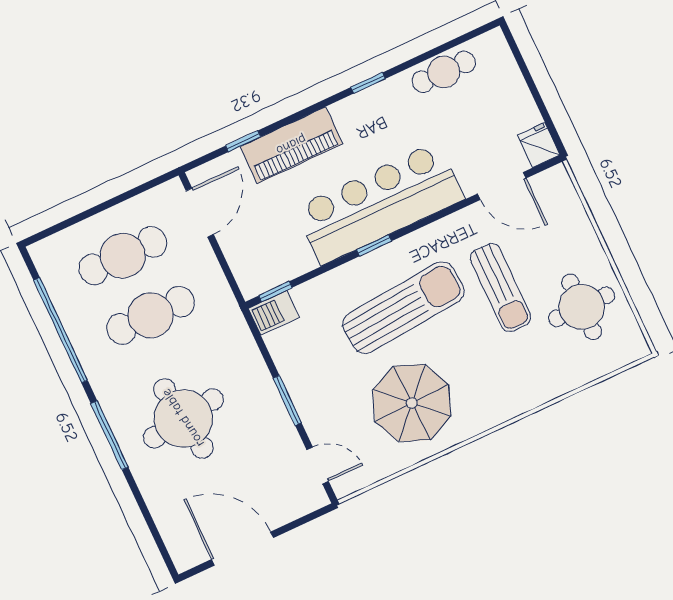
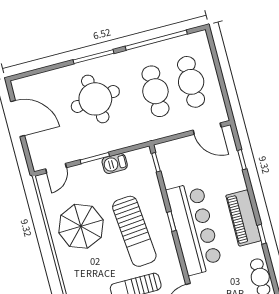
piano: (291, 145) -> (243, 218), moved
barbecue: (274, 313) -> (115, 164), moved, turned -90
door: (242, 549) -> (18, 118), hinge flipped

